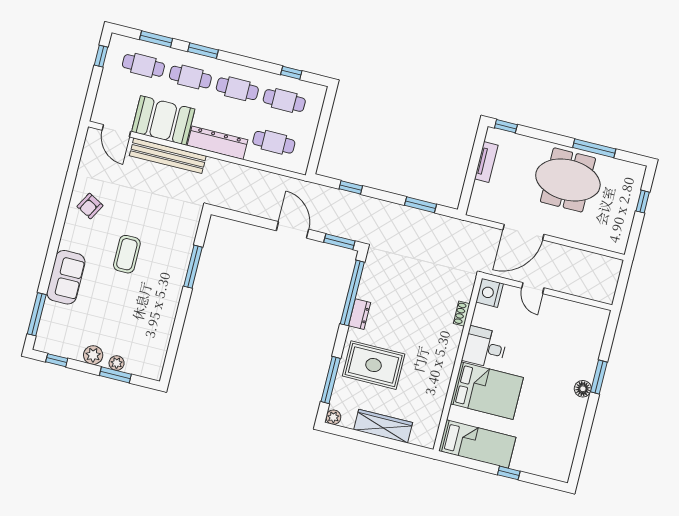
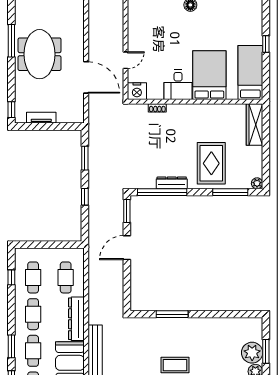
window: (351, 187) -> (85, 197), moved
dresser: (360, 314) -> (172, 183), width x1.44
plant: (117, 363) -> (252, 353), width x1.87, depth x1.87
wardrobe: (383, 426) -> (254, 125), moved

